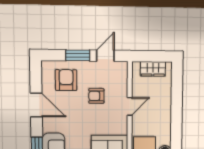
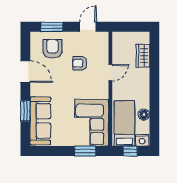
window: (78, 55) -> (52, 27), moved
wardrobe: (153, 69) -> (143, 56), moved, turned 90

